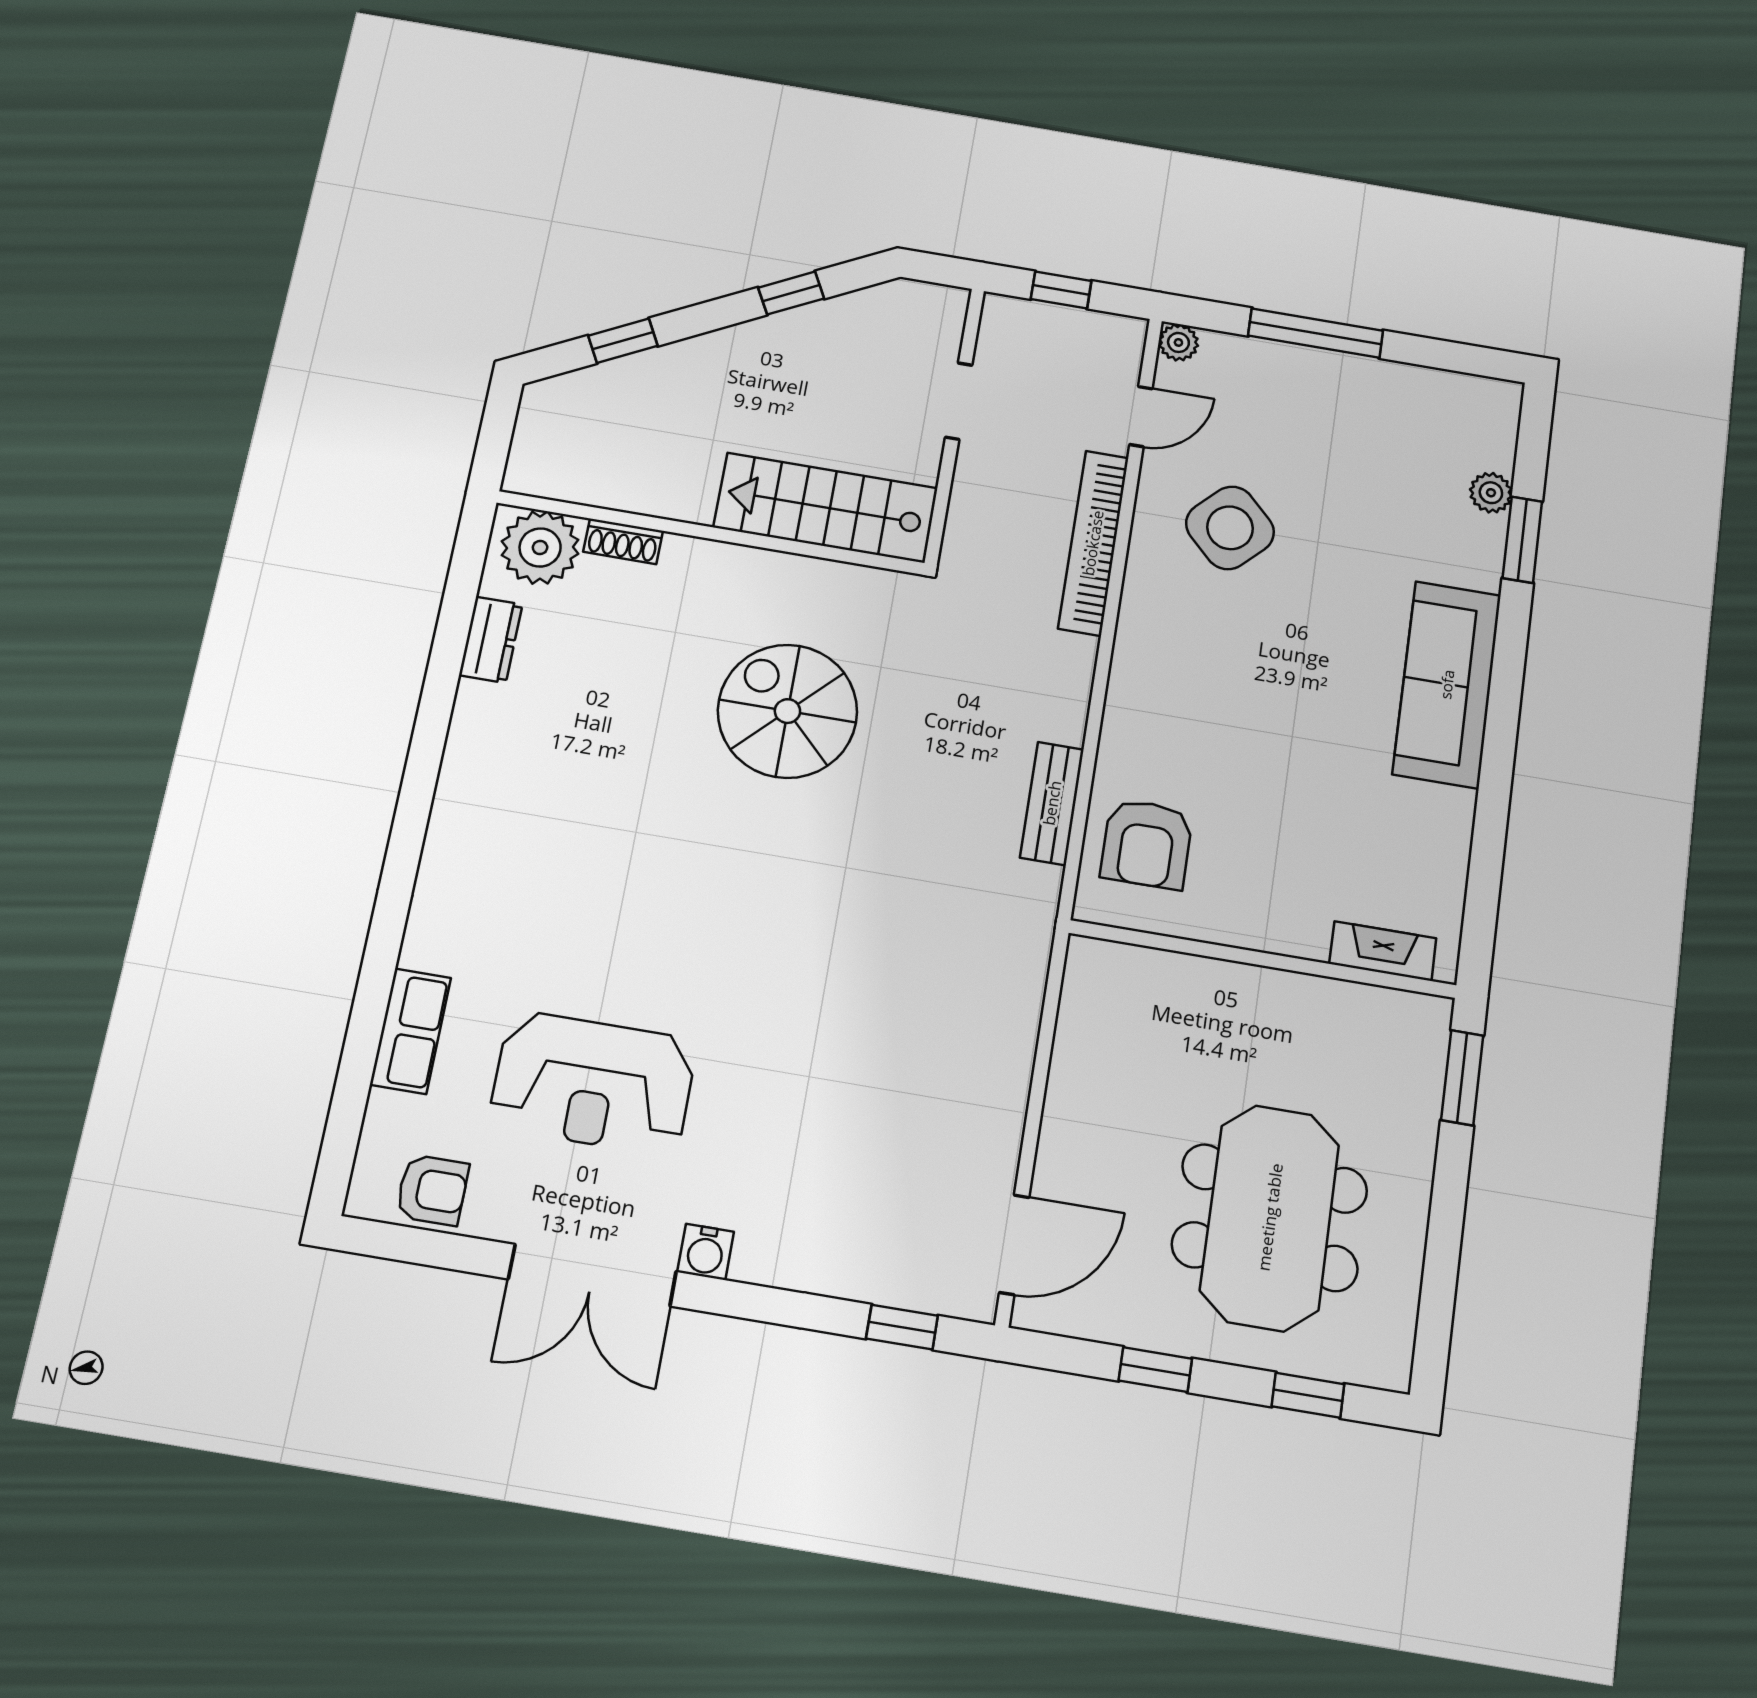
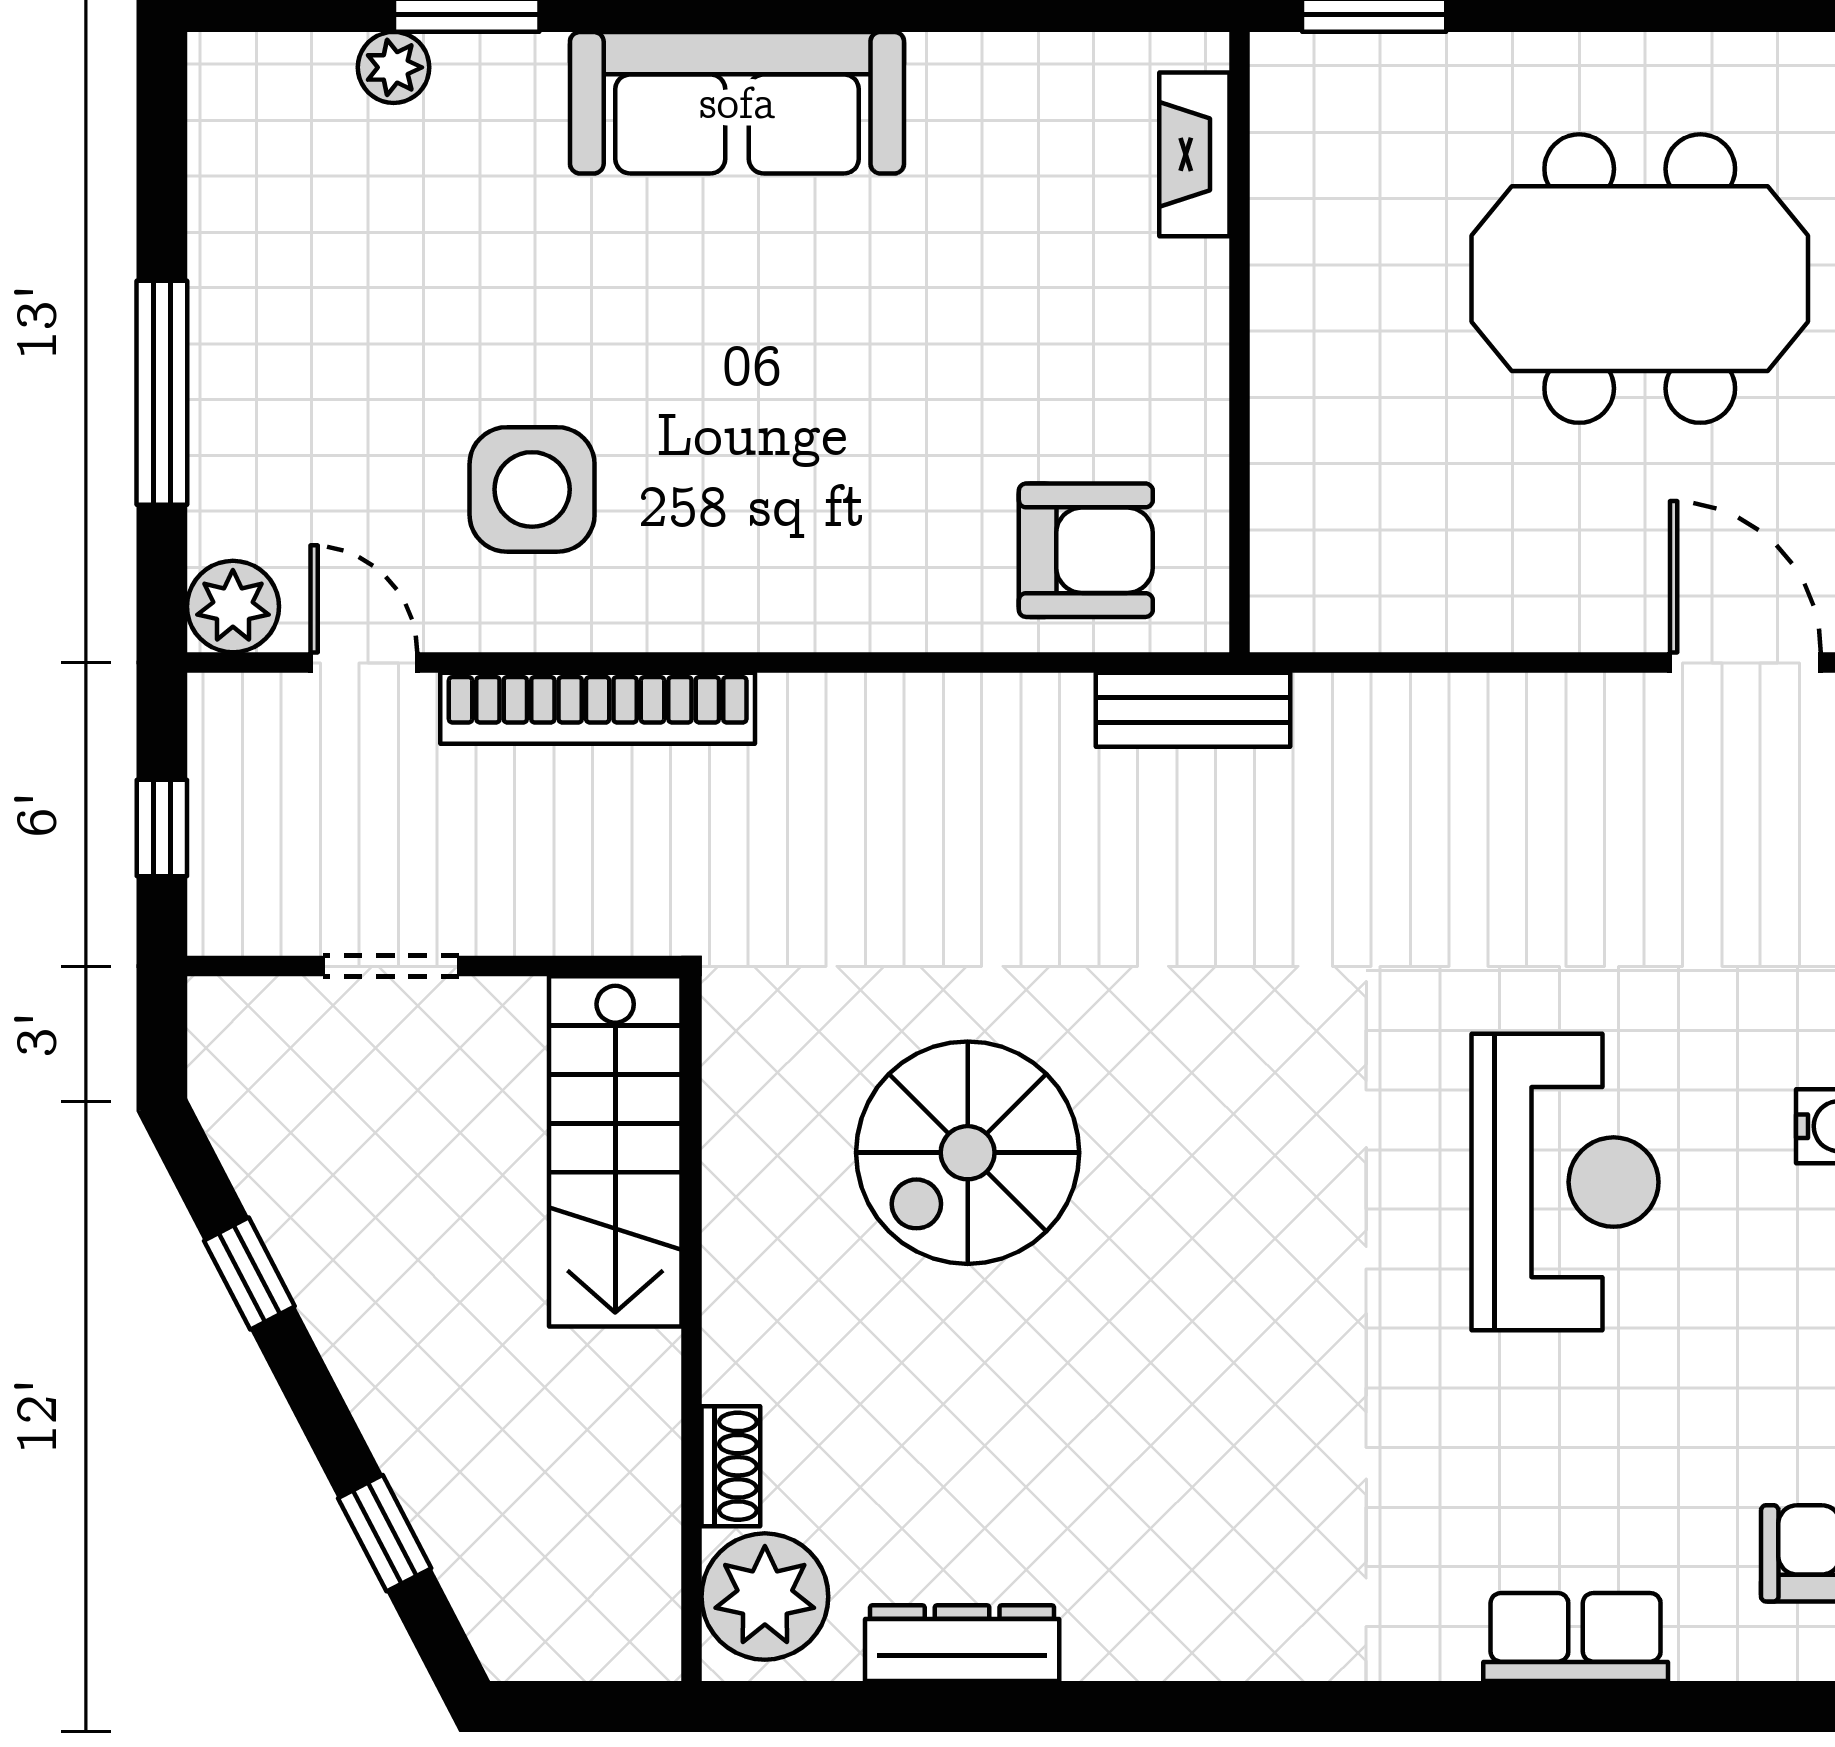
plant: (1178, 342) -> (233, 607), width x1.38, depth x1.38
side table: (1230, 528) -> (532, 489), turned 45
dresser: (491, 640) -> (962, 1643), width x1.44
bench: (1052, 803) -> (1193, 710), moved
reception desk: (593, 1083) -> (1565, 1182), moved

